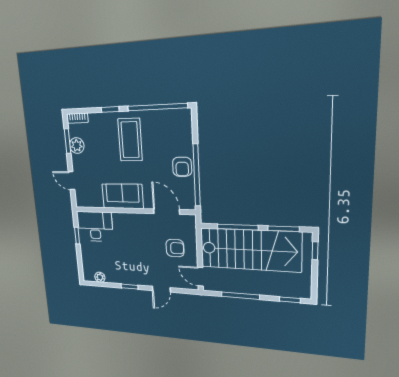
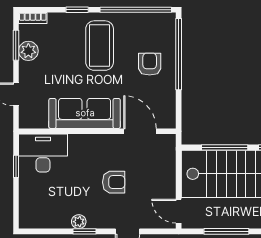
armchair: (182, 167) -> (150, 64), moved, turned 180
window: (197, 175) -> (179, 54), moved
sofa: (123, 196) -> (85, 113), width x1.36
armchair: (175, 248) -> (114, 182), moved
plant: (100, 277) -> (79, 222), moved

